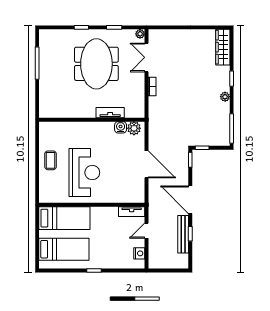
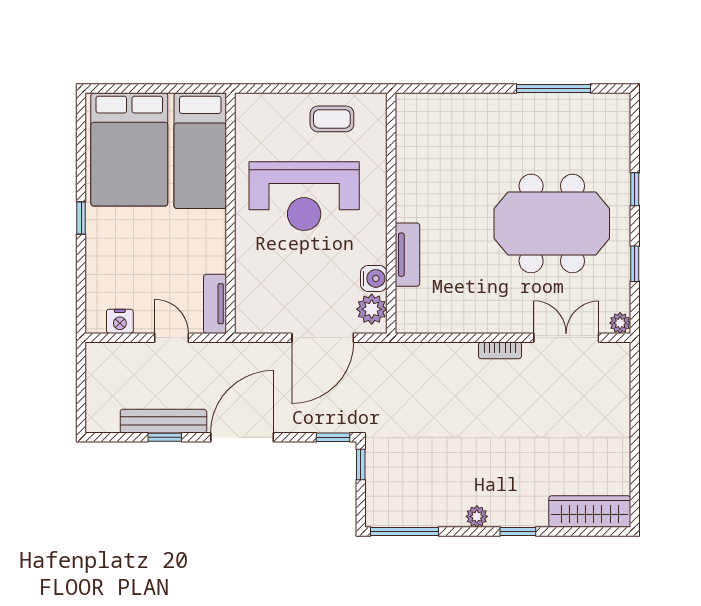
tv unit: (110, 113) -> (407, 255), moved
wall: (92, 120) -> (391, 213), moved
water cooler: (121, 127) -> (374, 278), moved
plant: (134, 128) -> (372, 309), moved
bed: (64, 249) -> (129, 149), width x1.50

